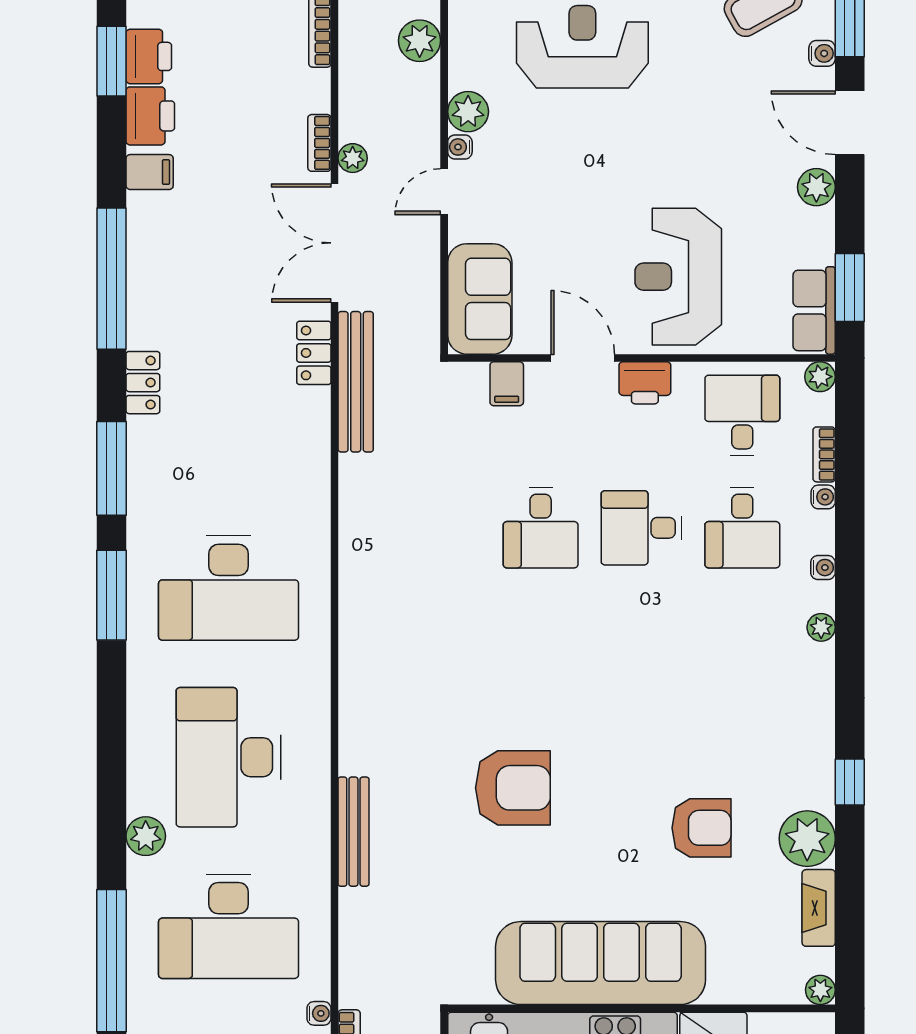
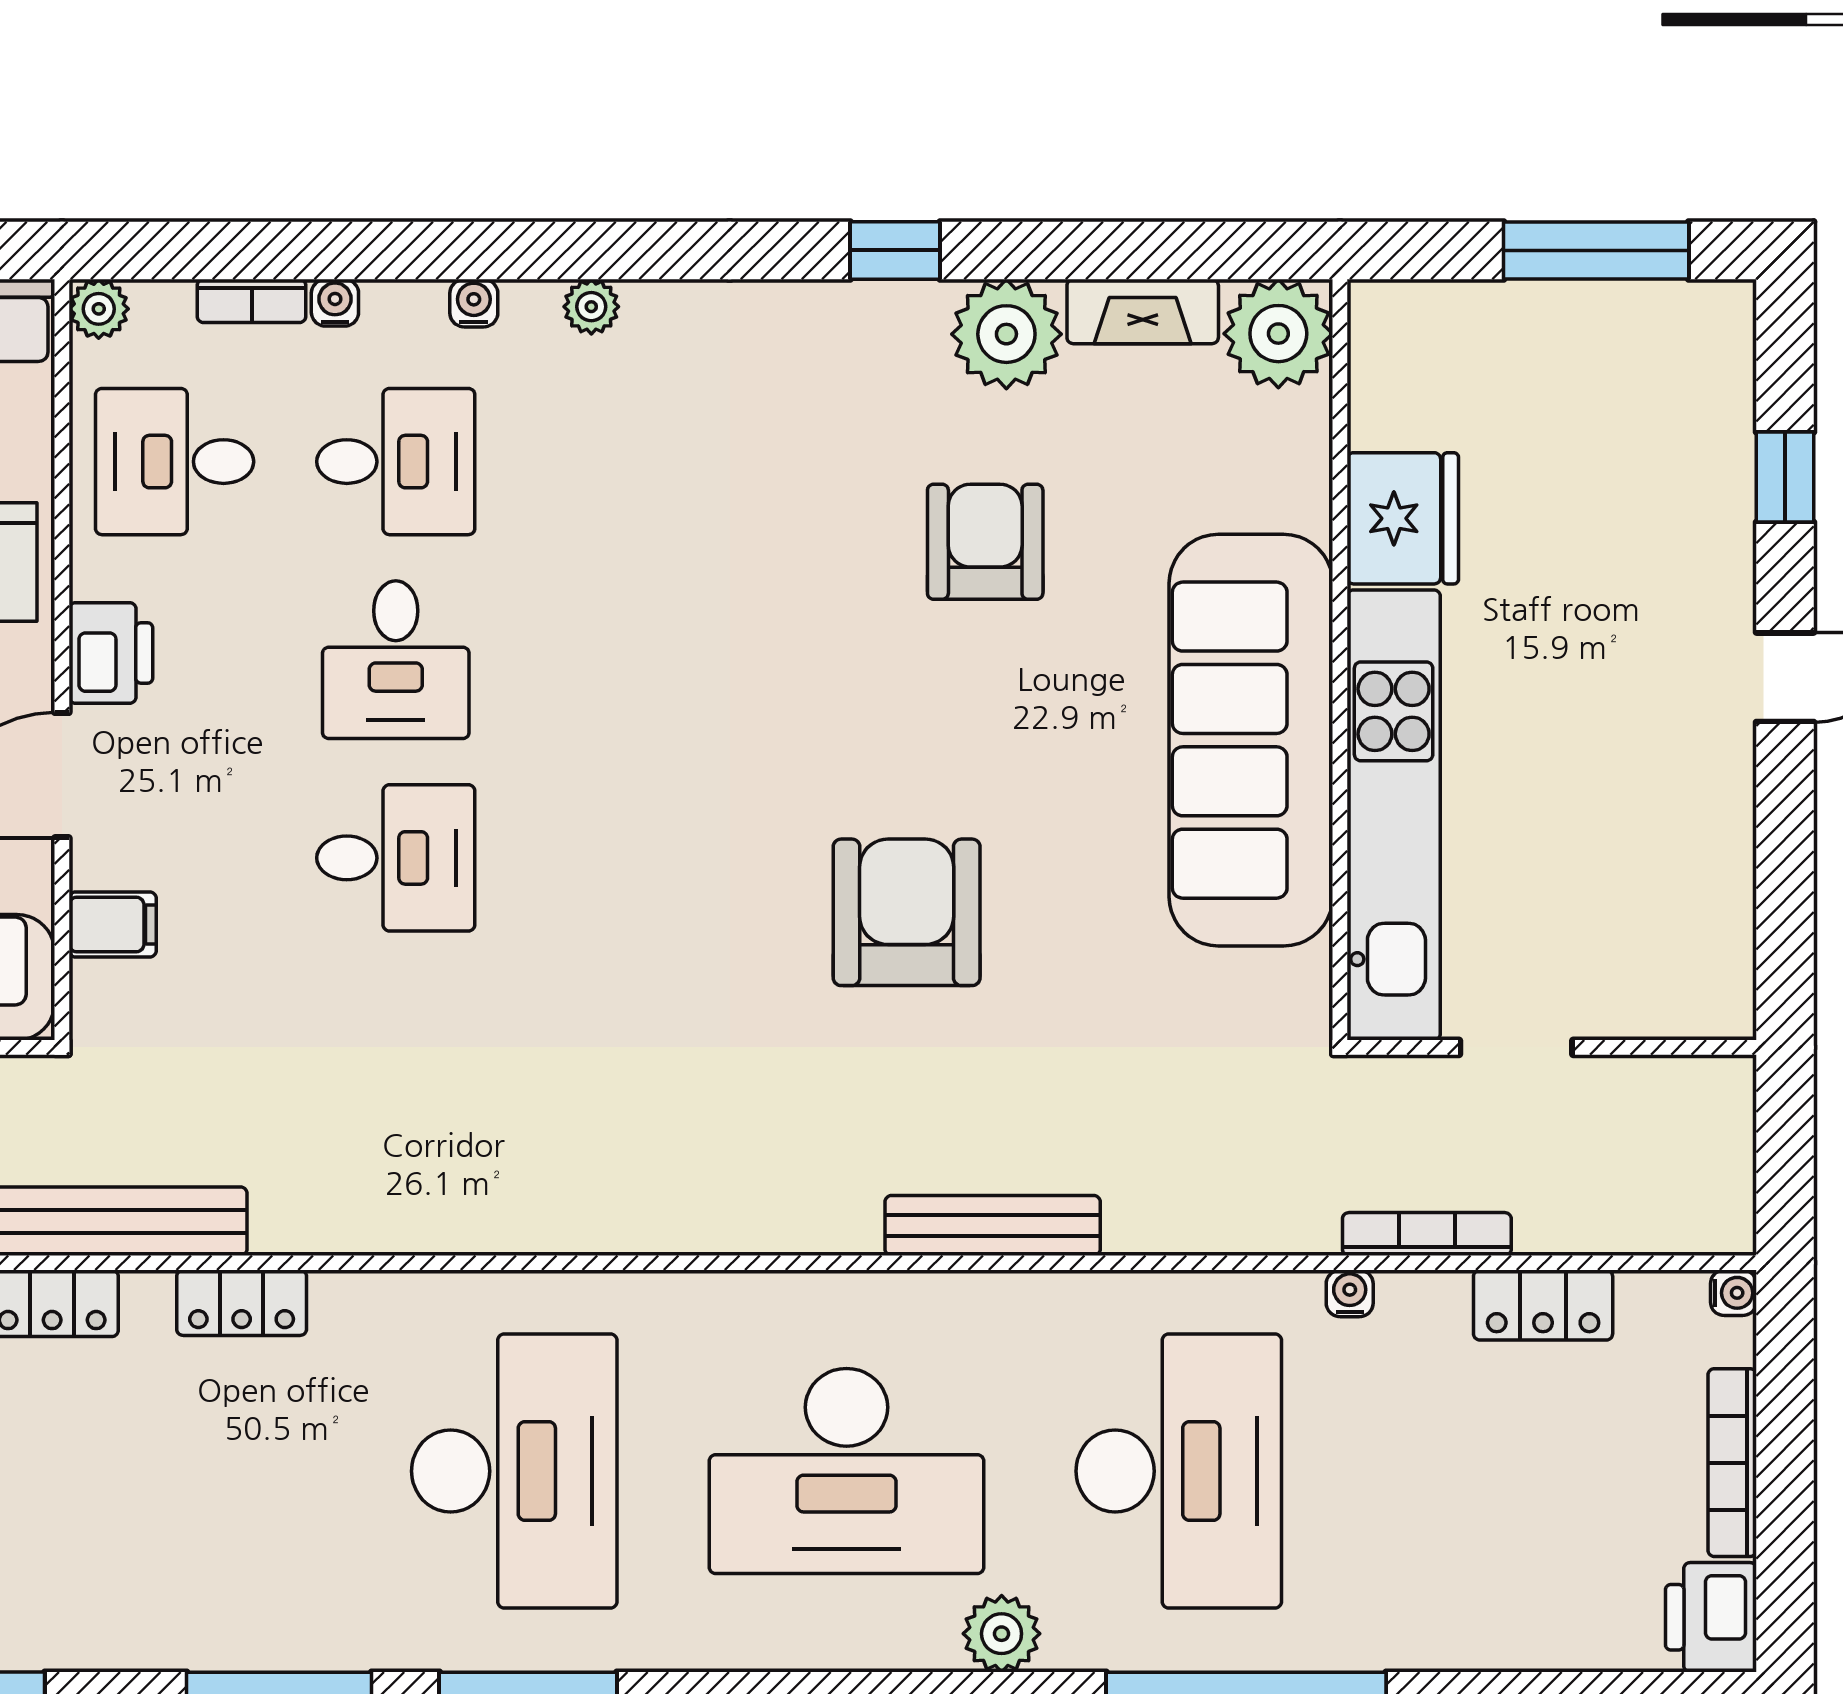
locker: (143, 383) -> (242, 1303), moved, turned 180
plant: (820, 990) -> (1278, 334), width x1.88, depth x1.88

